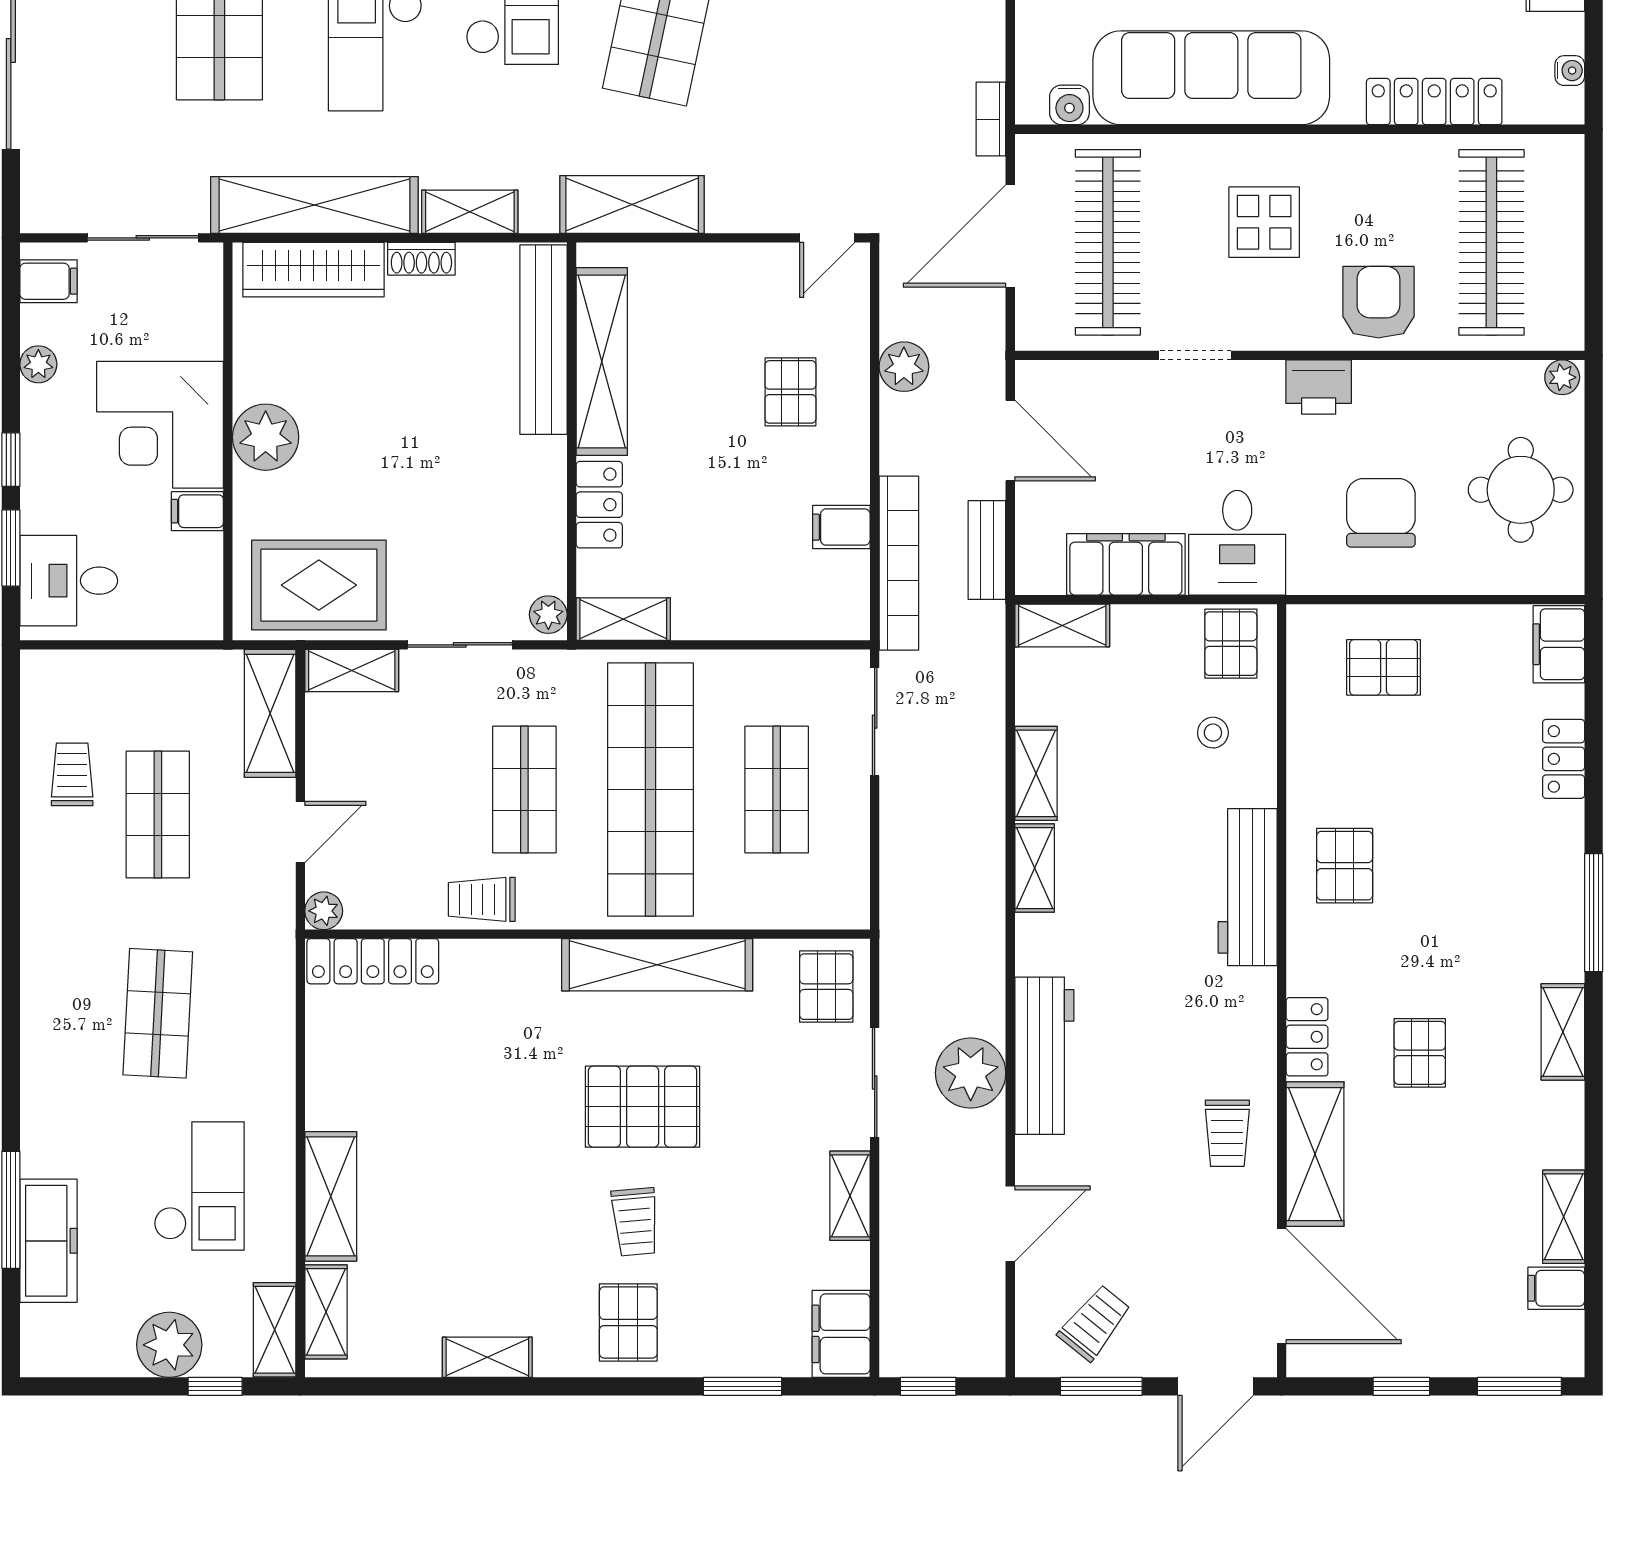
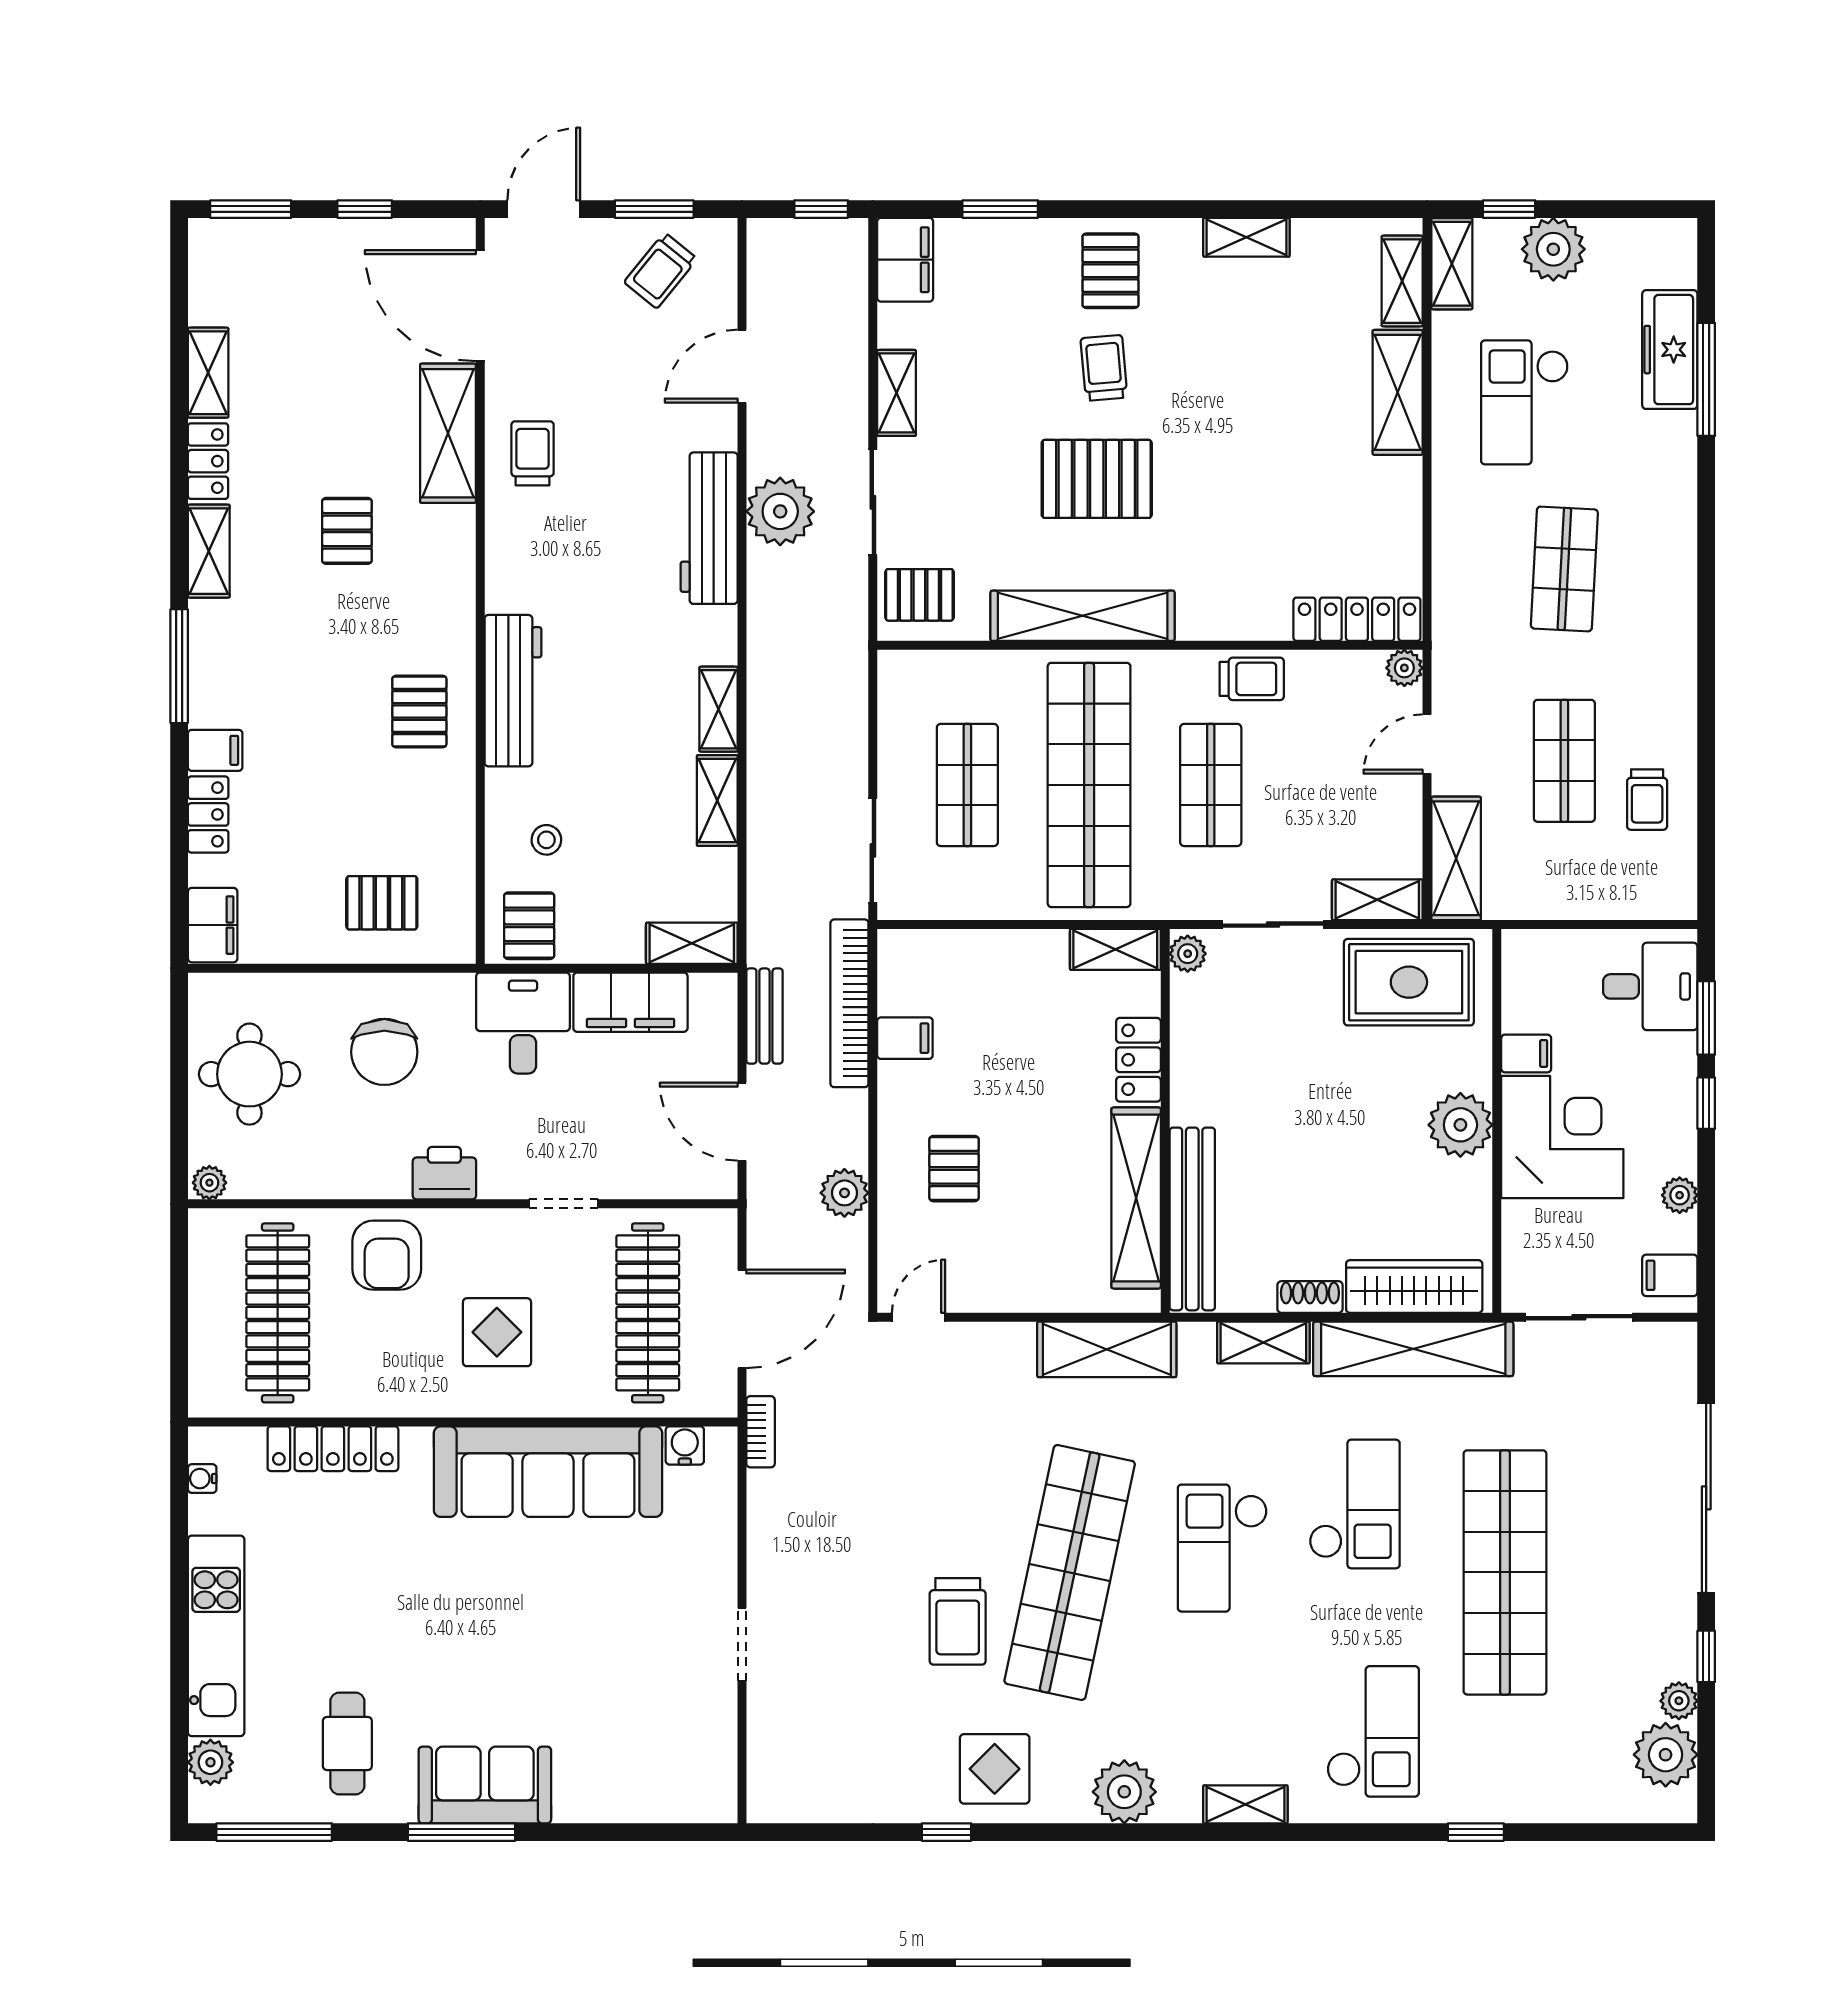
pallet: (826, 987) -> (919, 595), turned 90
locker: (1307, 1037) -> (208, 461), moved, turned 180
filing cabinet: (1556, 1288) -> (215, 750), moved

